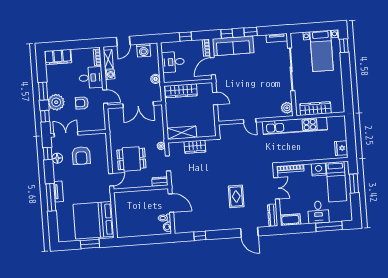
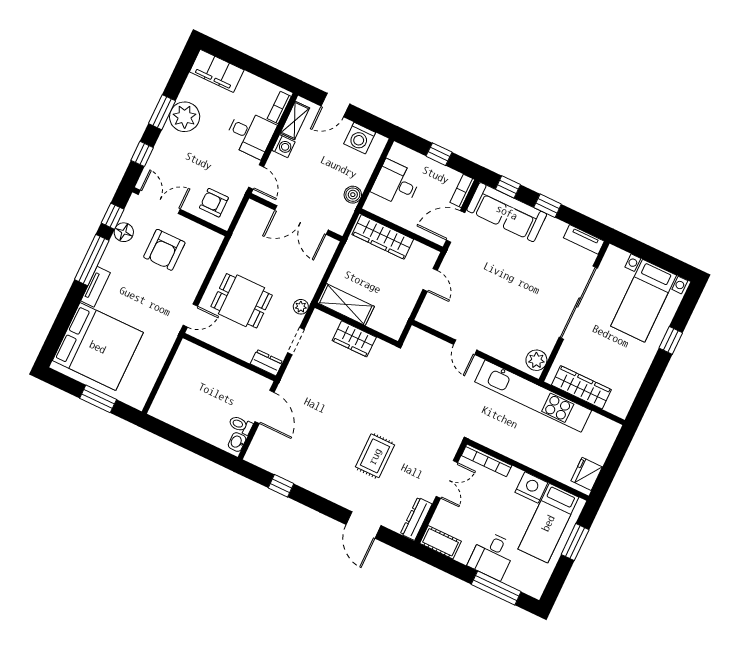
window: (344, 46) -> (671, 340), moved
plant: (56, 102) -> (185, 117), moved
armchair: (82, 103) -> (214, 203), moved
window: (51, 197) -> (92, 260), moved
bed: (93, 220) -> (98, 347), moved, turned 180

